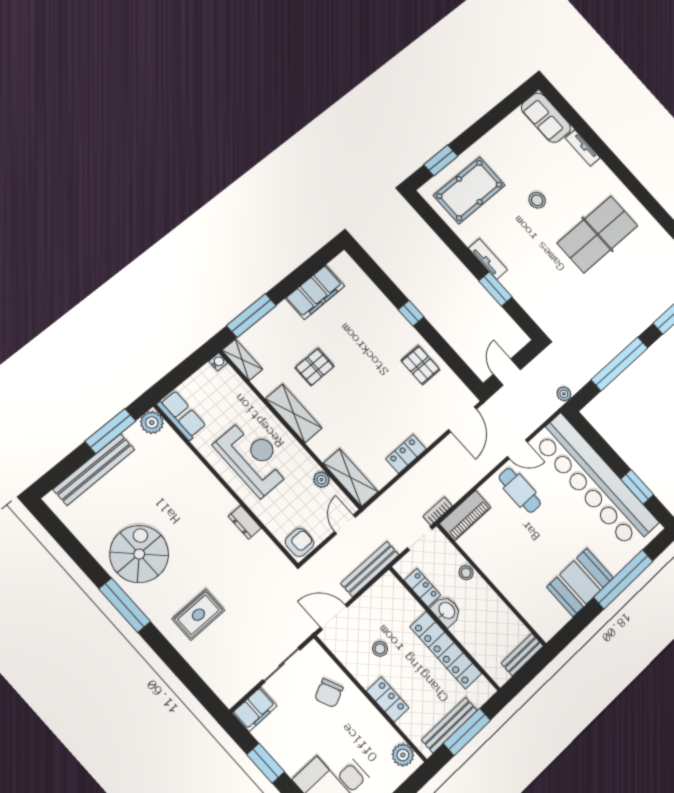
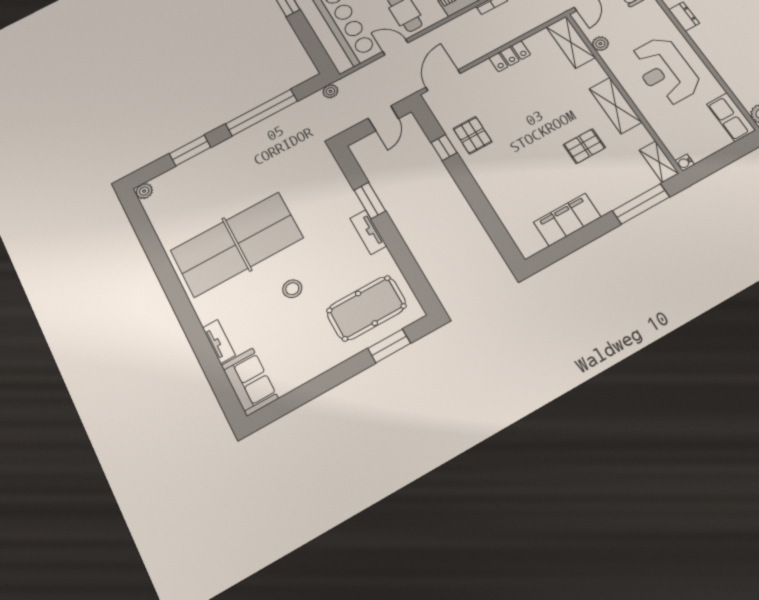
table tennis table: (598, 234) -> (237, 244), width x1.36, depth x1.32
window: (411, 313) -> (444, 148), moved

